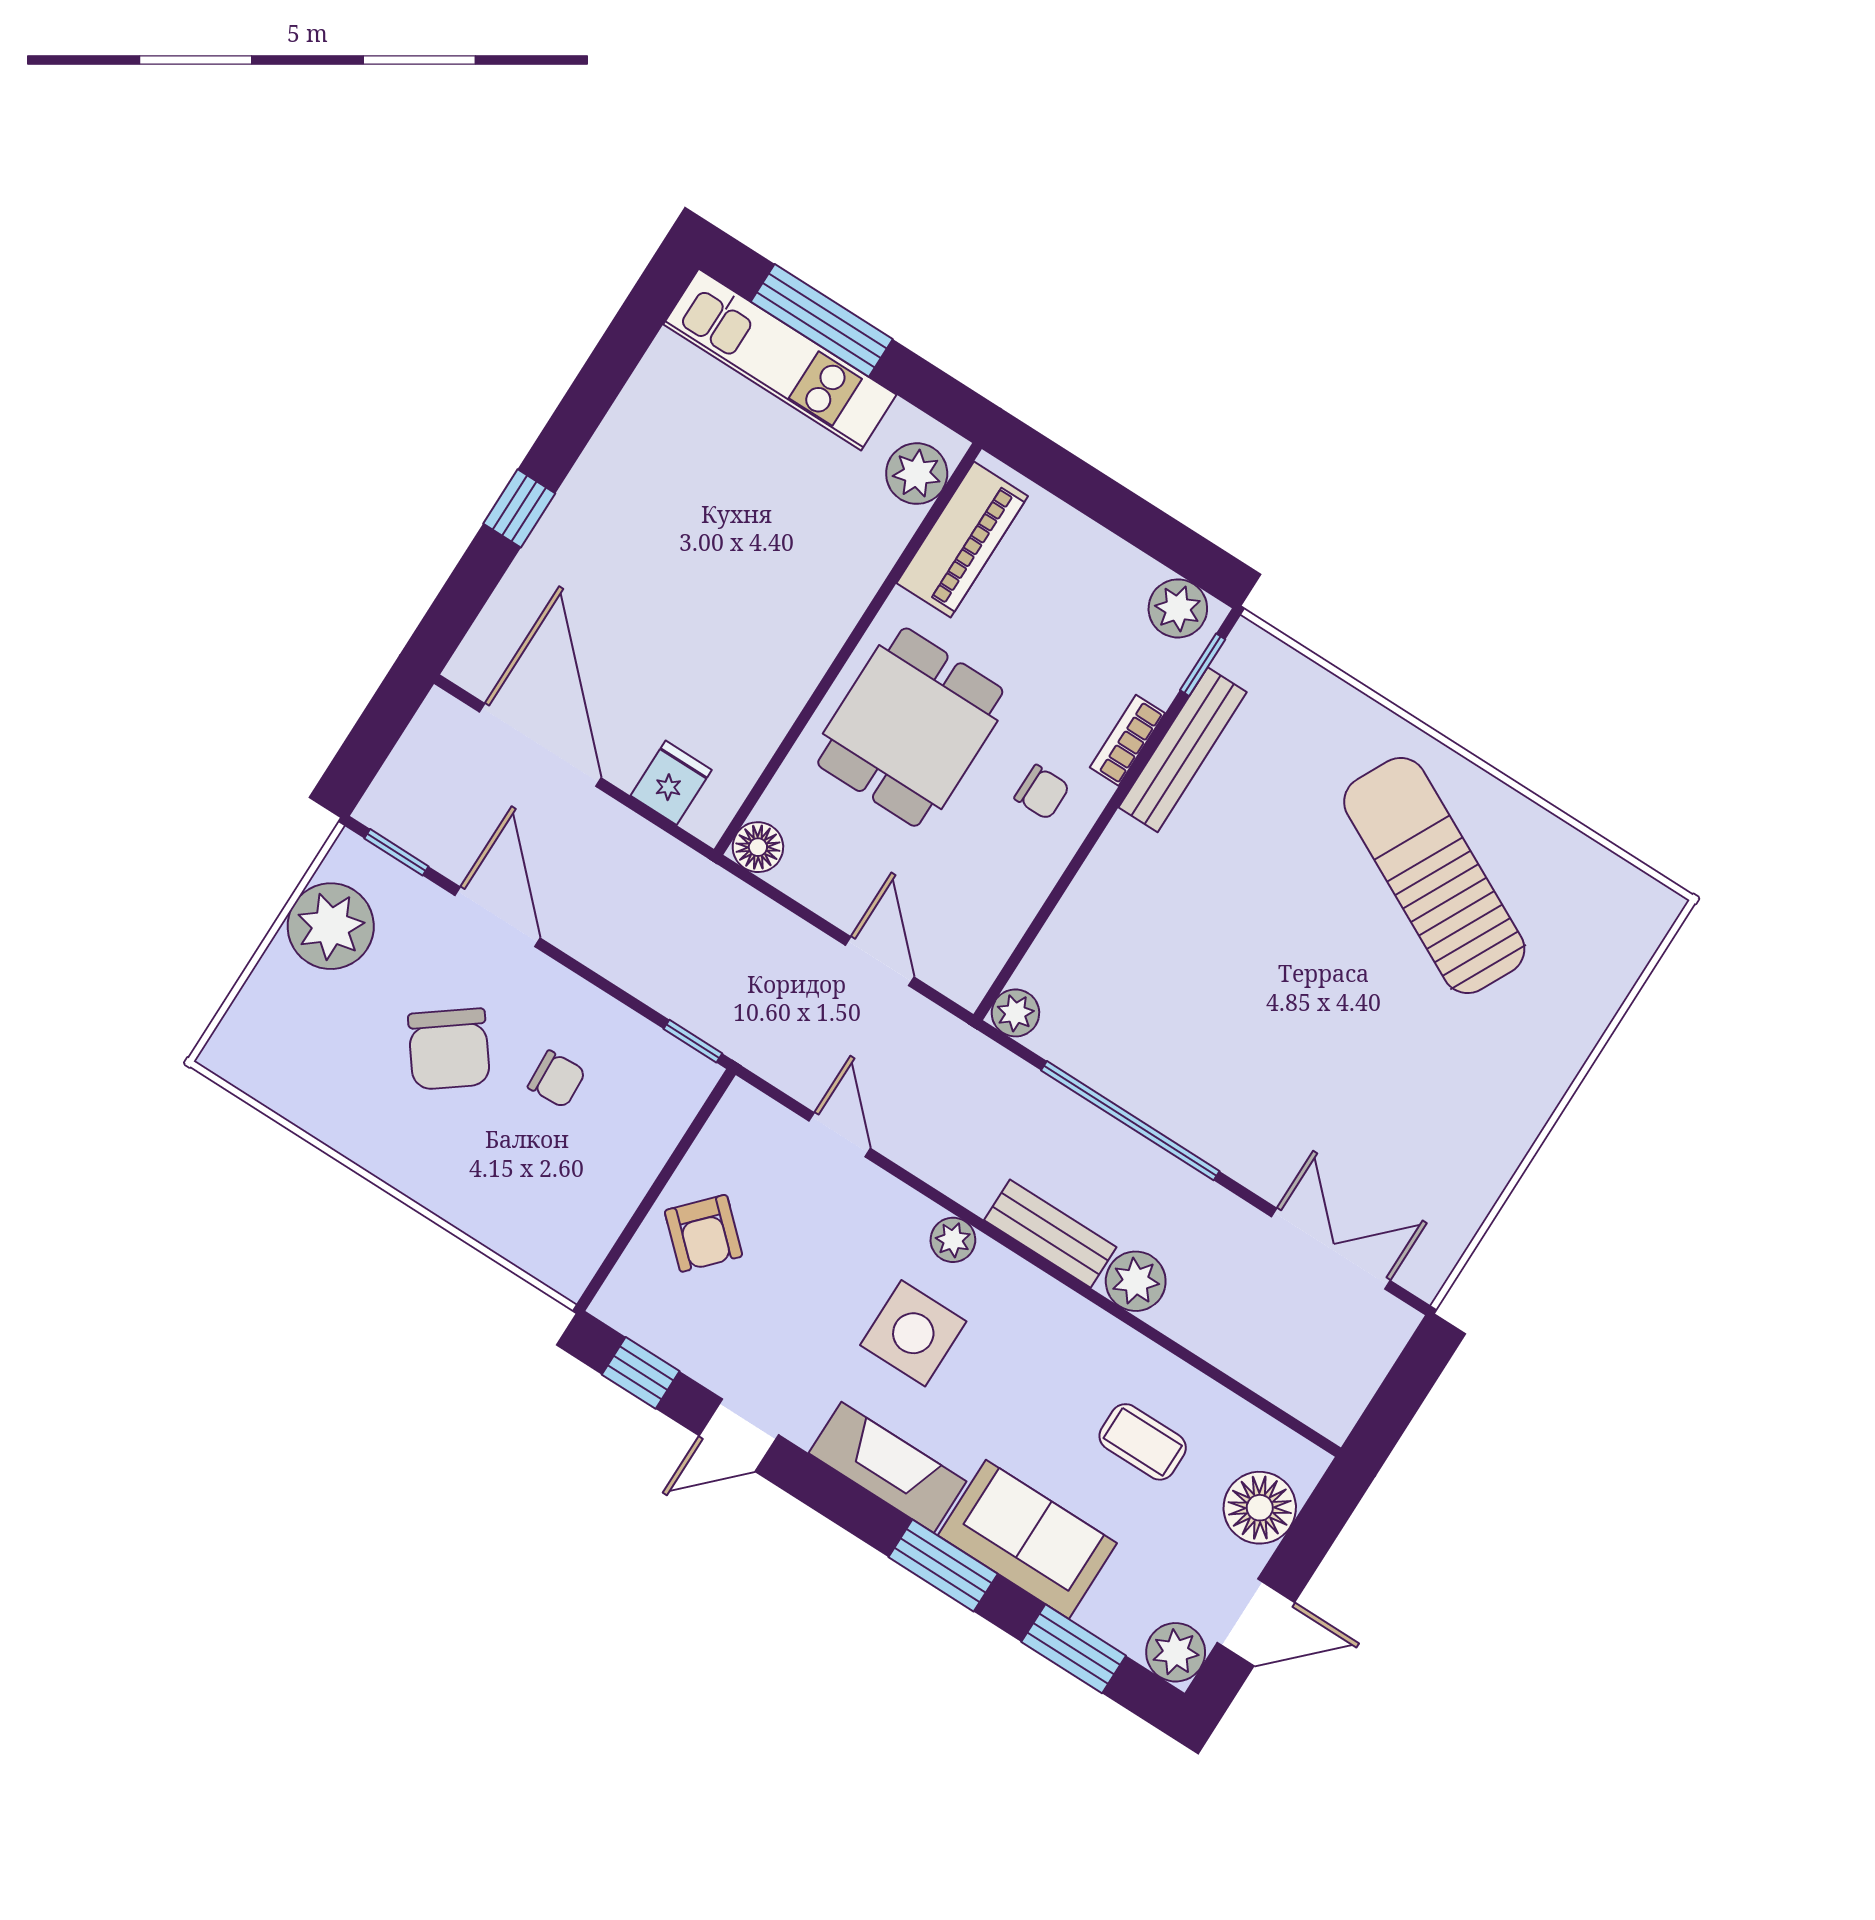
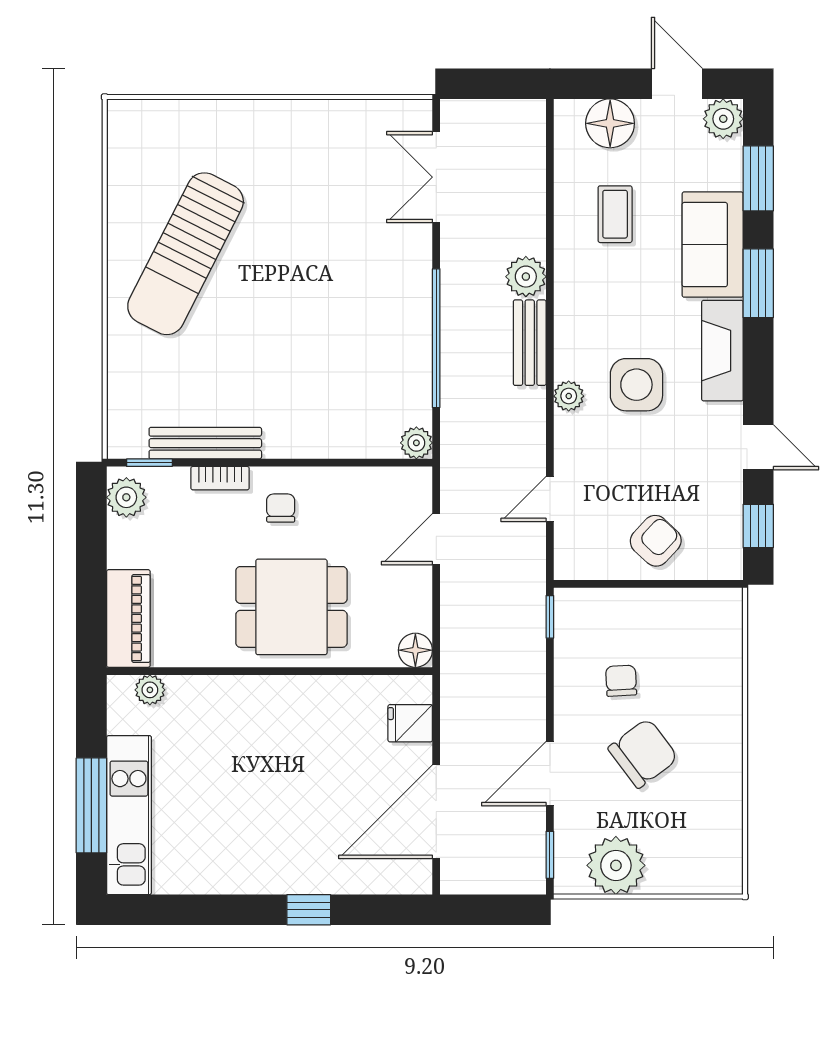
plant: (917, 474) -> (150, 690), width x0.73, depth x0.73
piano: (962, 540) -> (128, 618), moved, turned 90

